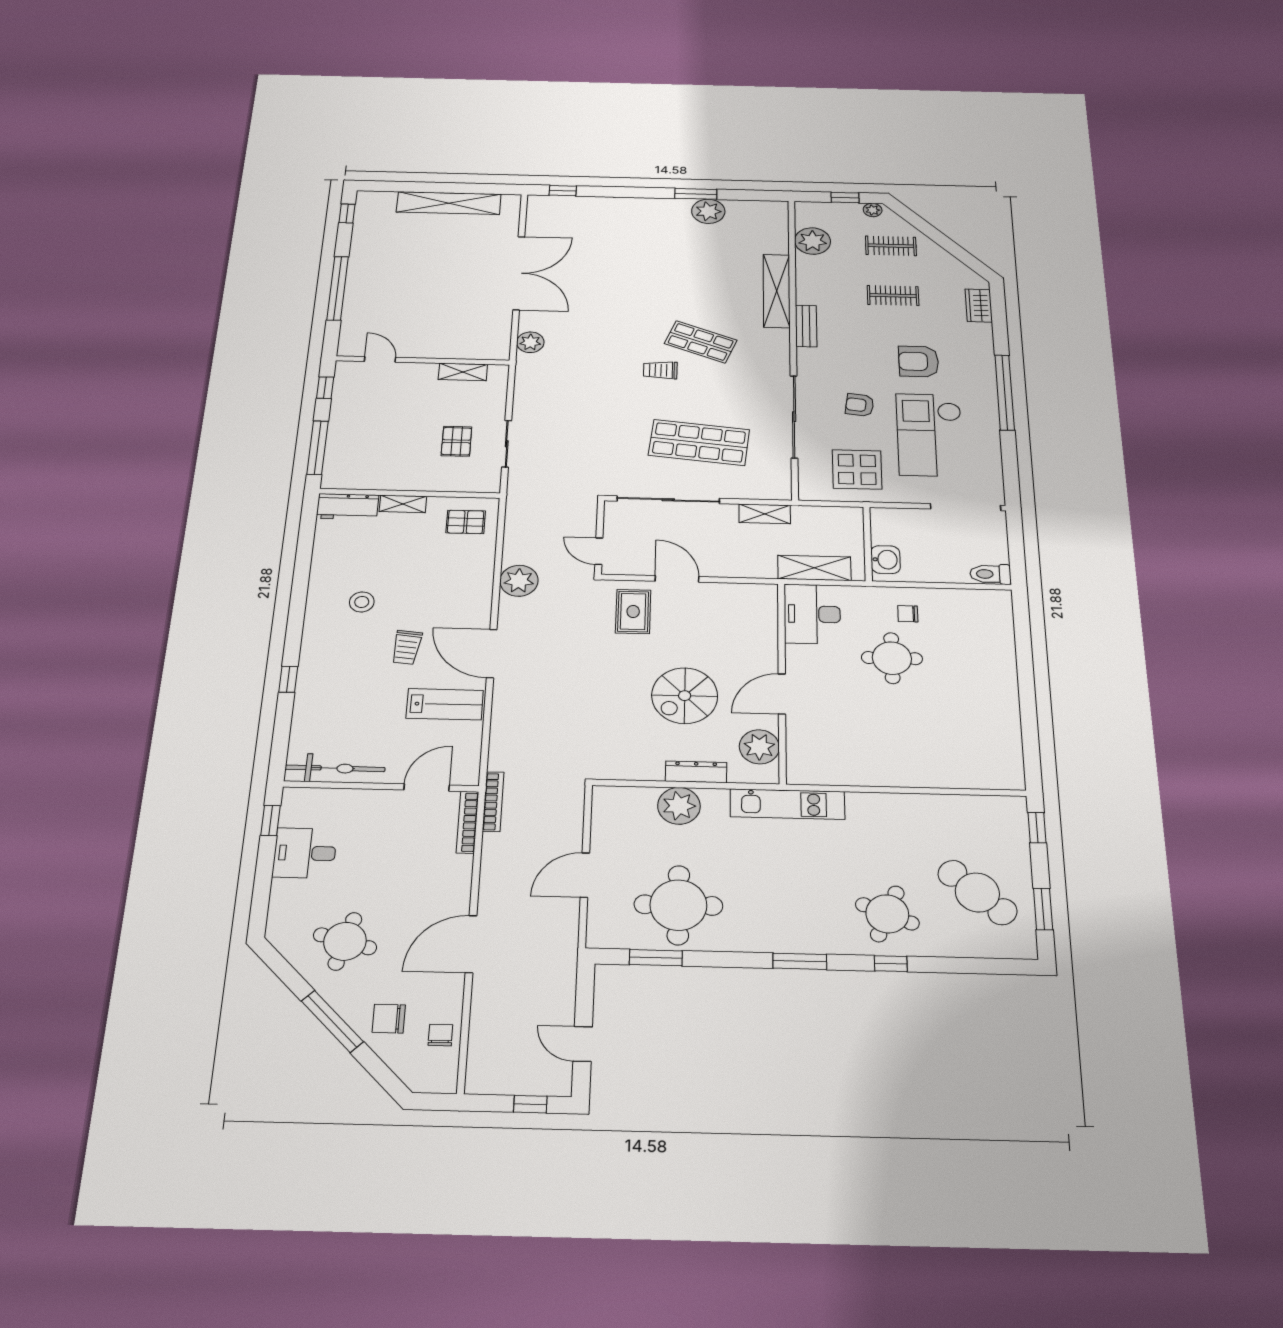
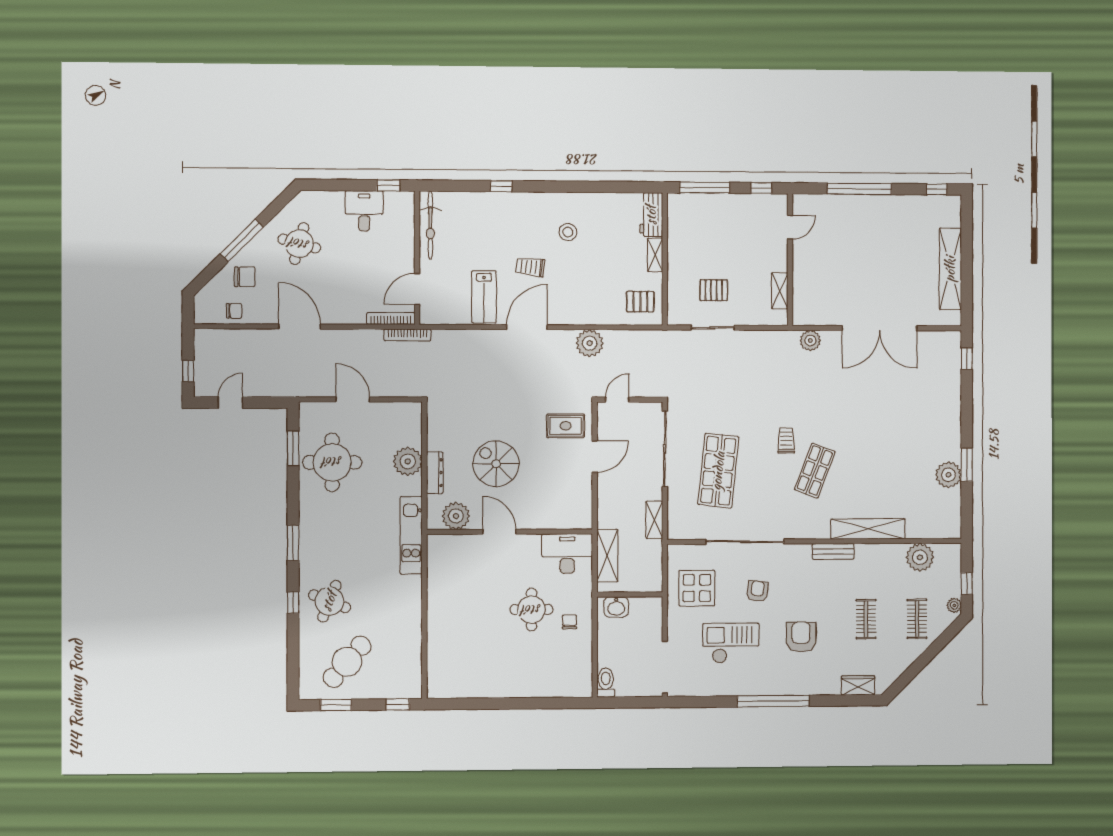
checkout: (930, 435) -> (731, 643), width x0.73, depth x0.83
pallet: (466, 522) -> (640, 302), turned 90
door: (427, 788) -> (417, 289), swing flipped
chair: (389, 1019) -> (245, 277), turned 90

